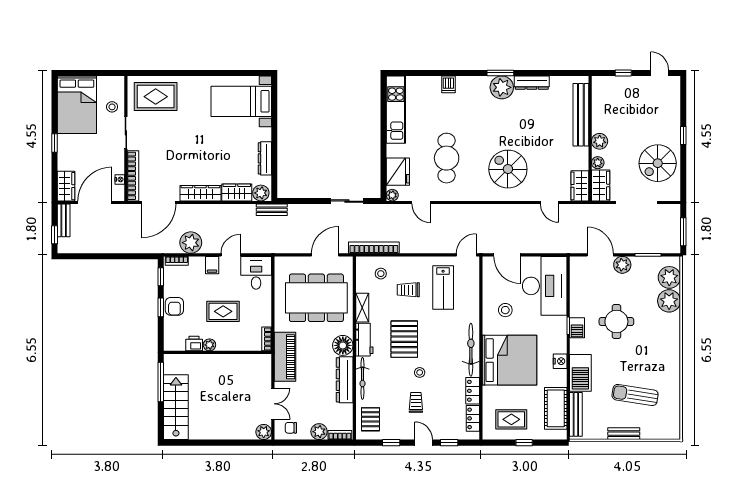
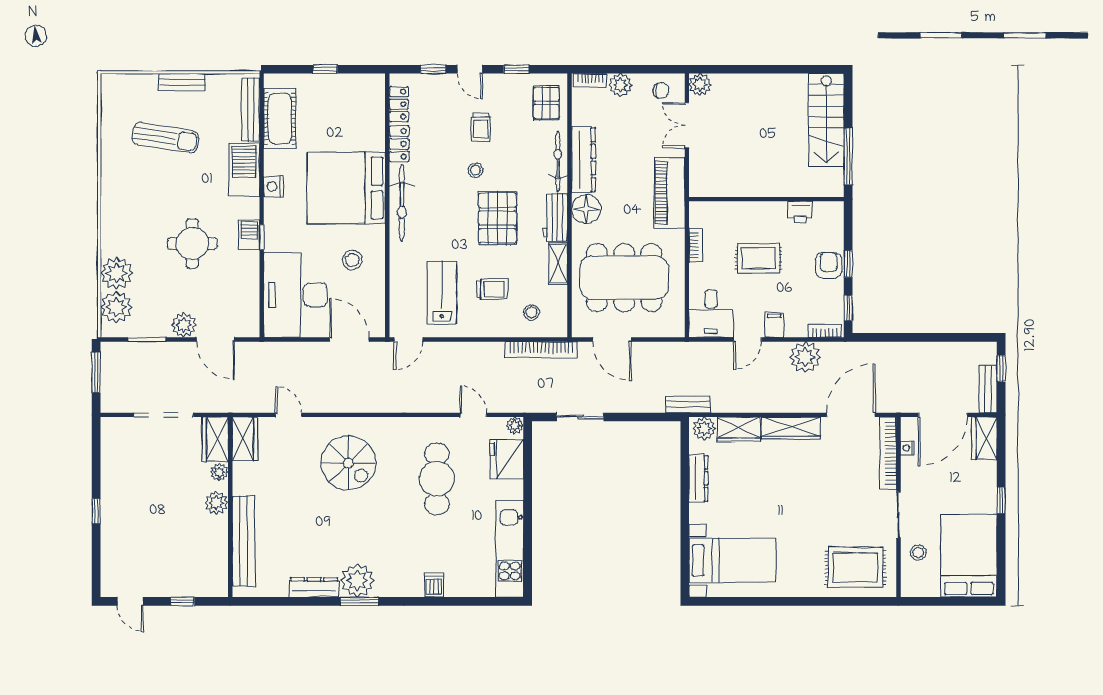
spiral stairs: (658, 163) -> (133, 471), removed
door: (325, 255) -> (612, 339), hinge flipped
bookcase: (267, 339) -> (696, 245), moved
plant: (209, 345) -> (778, 210), removed
rug: (511, 419) -> (344, 103), removed

